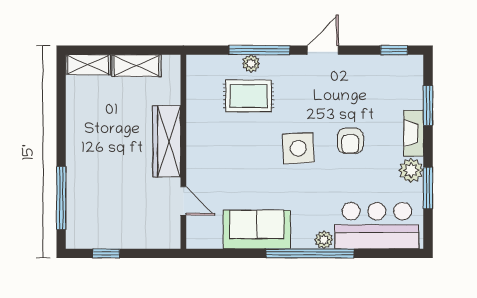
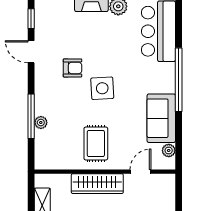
door: (323, 50) -> (31, 52), moved
rug: (249, 96) -> (96, 143), moved
armchair: (350, 141) -> (72, 68), moved
plant: (324, 240) -> (169, 150), moved

